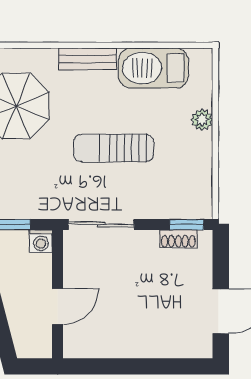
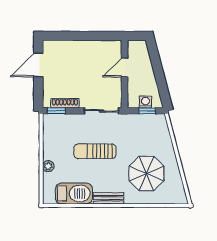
sun lounger: (114, 148) -> (95, 151), turned 180
shoe rack: (178, 239) -> (65, 103), width x1.43
washing machine: (41, 241) -> (145, 102), moved

